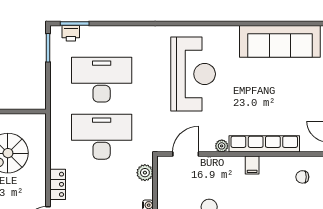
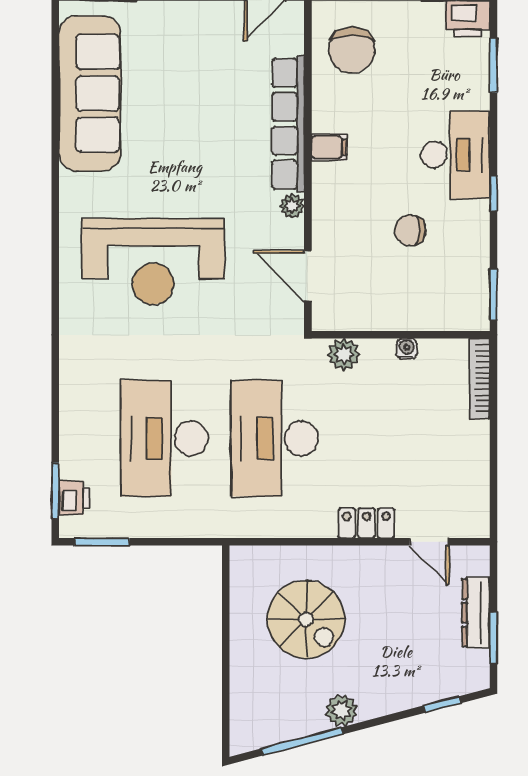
reception desk: (193, 74) -> (153, 261), turned 180
chair: (302, 177) -> (352, 50), width x1.87, depth x1.87

